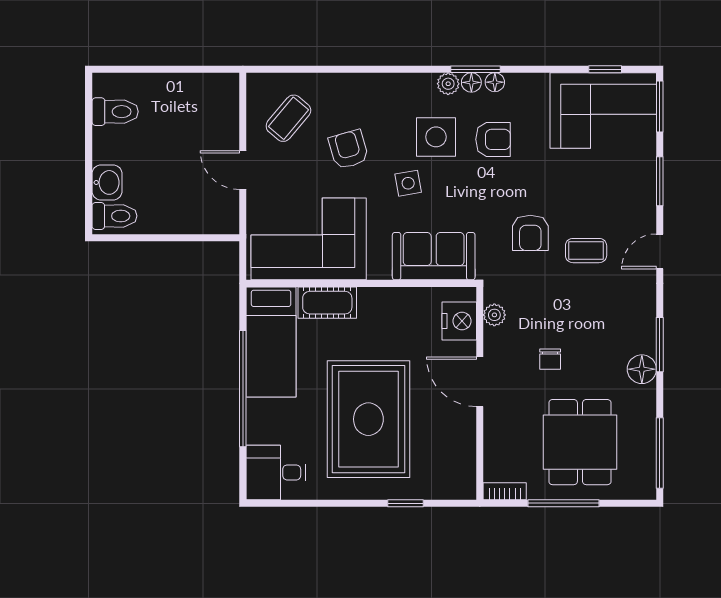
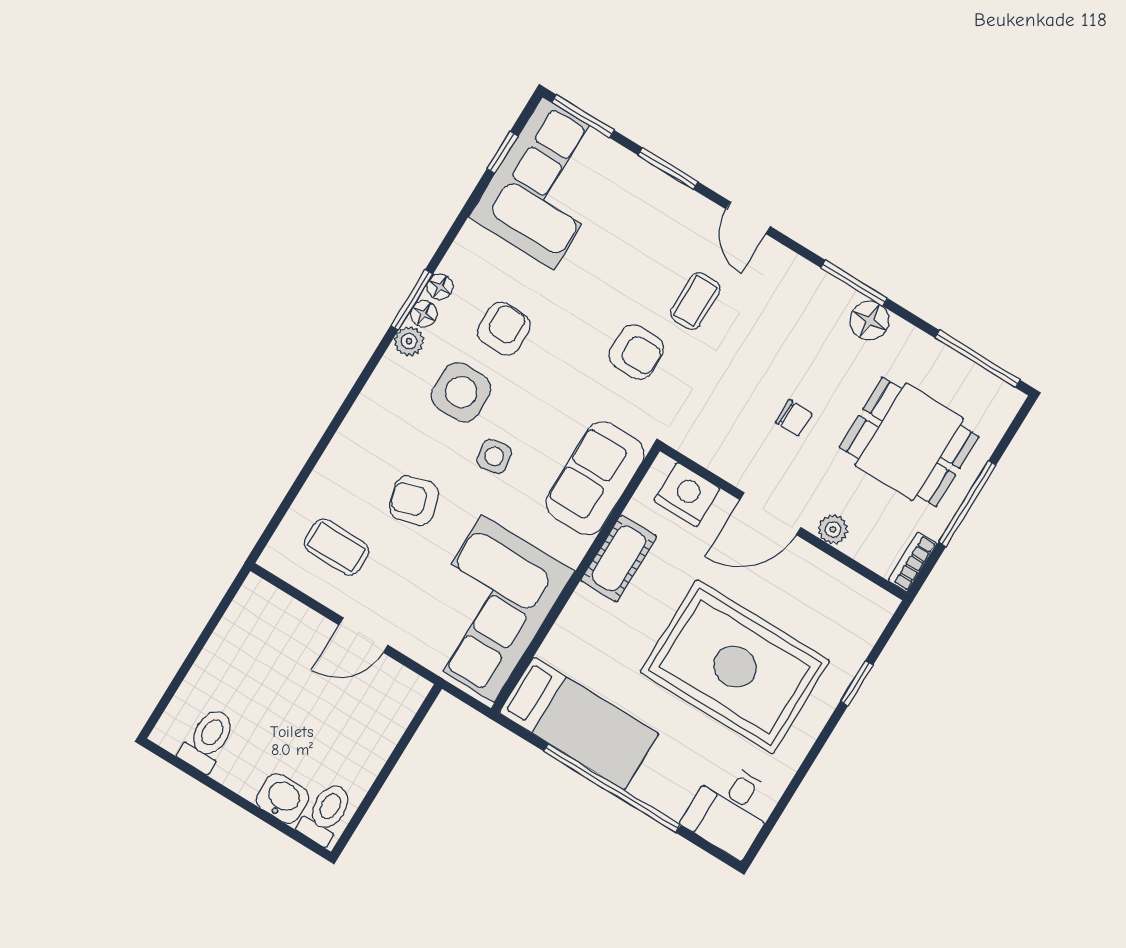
coffee table: (288, 118) -> (336, 547), turned -40
cot: (327, 303) -> (619, 558), moved
plant: (494, 315) -> (833, 529), moved

